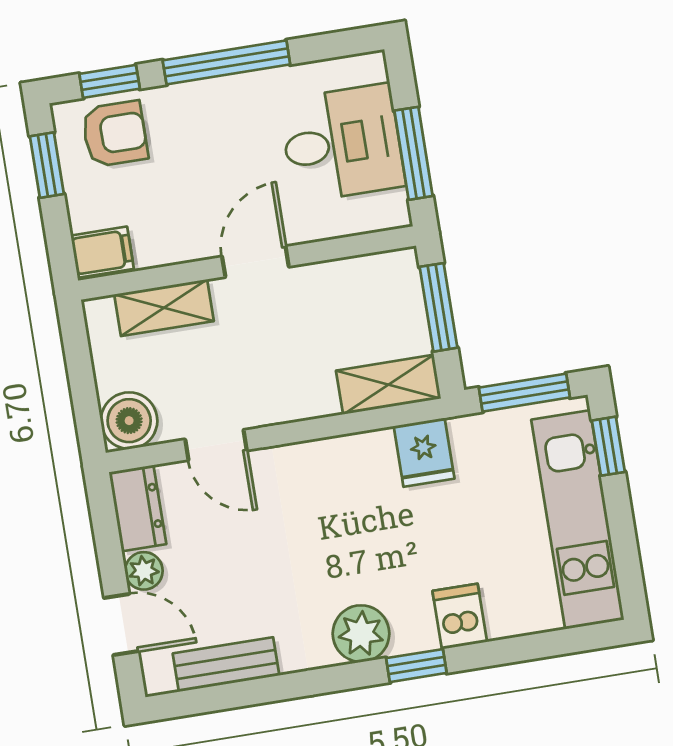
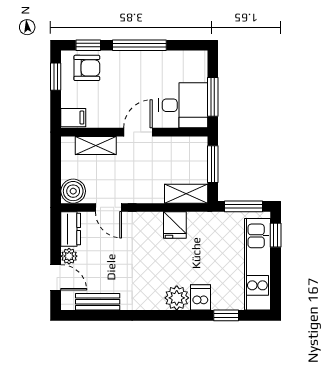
desk: (342, 143) -> (183, 105), moved
fridge: (424, 452) -> (175, 225), moved
plant: (361, 634) -> (177, 298), moved
window: (416, 666) -> (226, 315), moved

